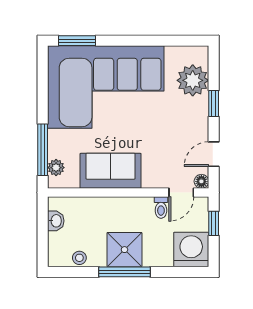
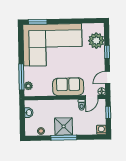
sofa: (111, 171) -> (68, 87), moved
washing machine: (191, 250) -> (101, 130), width x0.53, depth x0.53

